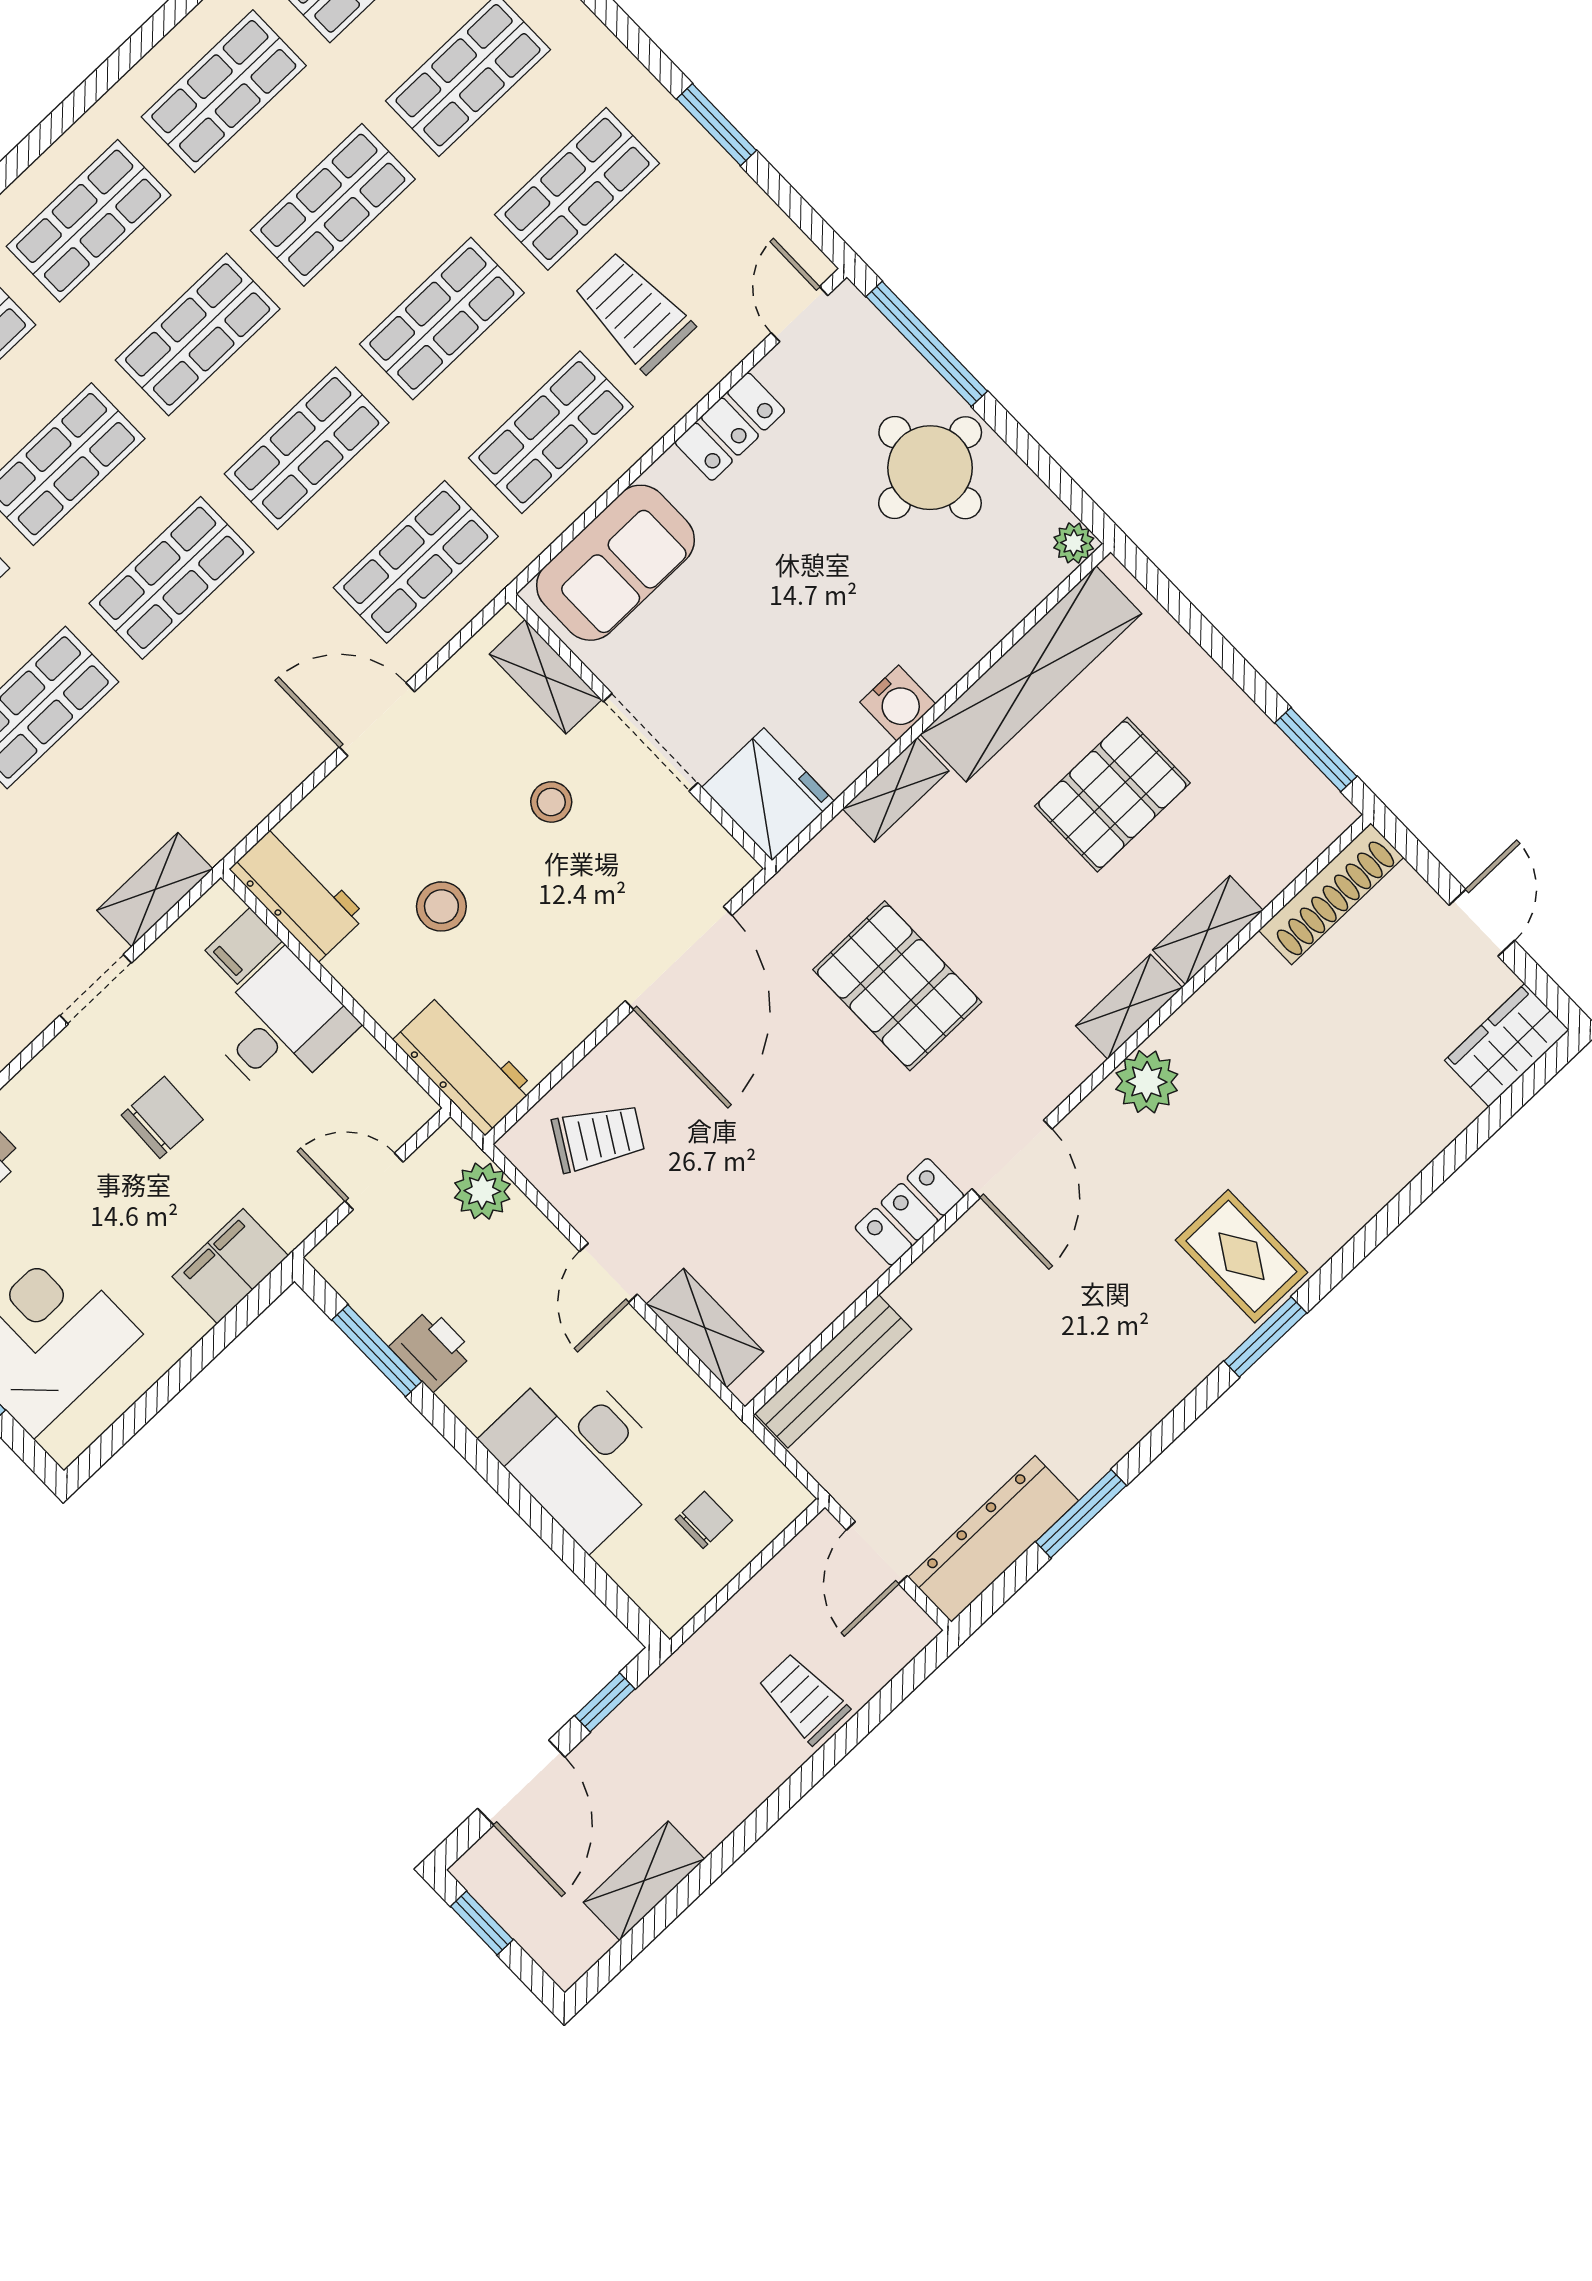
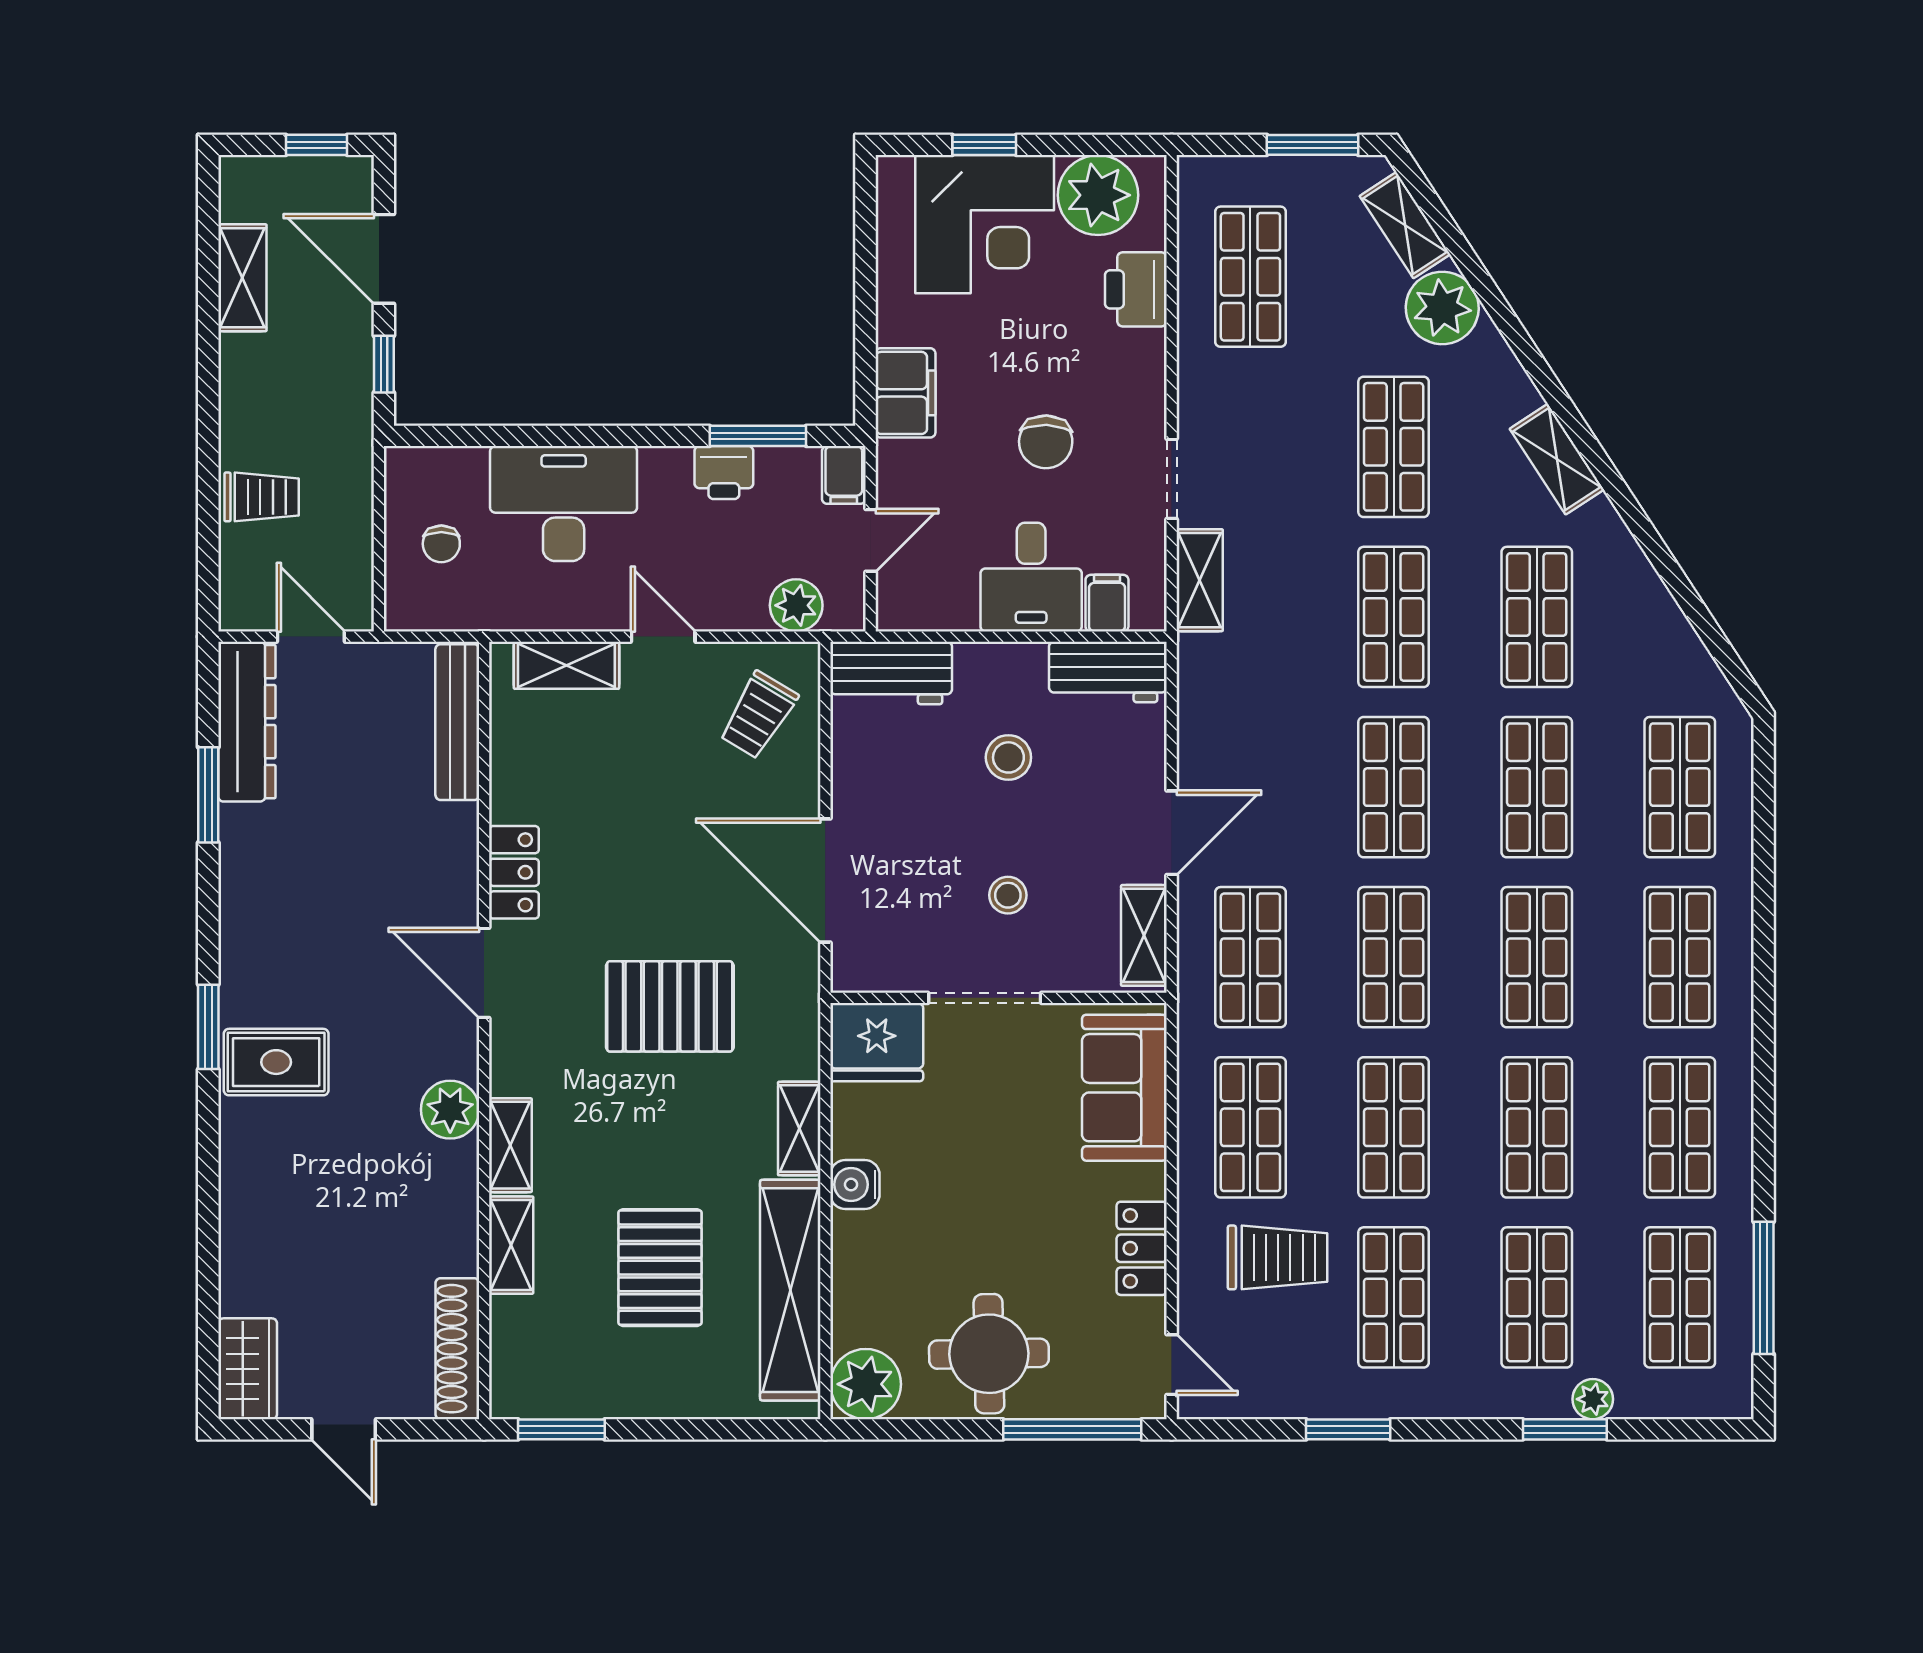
plant: (1074, 543) -> (866, 1384), width x1.88, depth x1.88
shelving: (546, 677) -> (1144, 935), moved, turned 90
filing cabinet: (342, 1253) -> (844, 475), added

